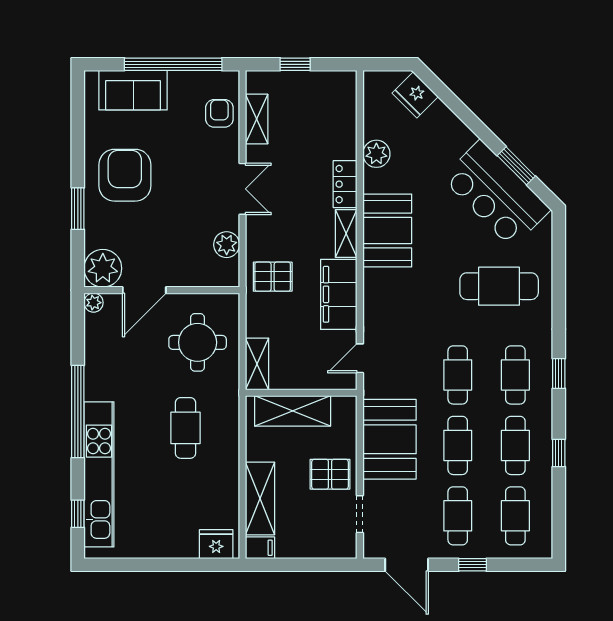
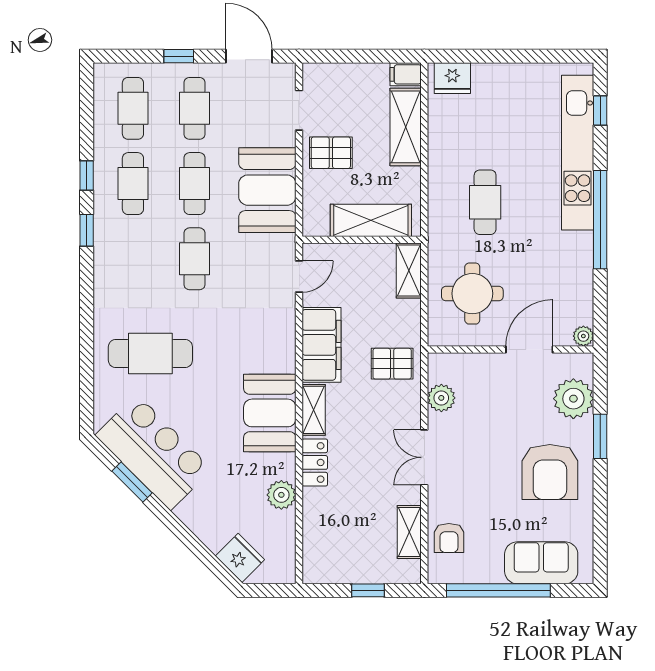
plant: (103, 268) -> (573, 399), moved
window: (559, 374) -> (87, 230), moved
cafe table: (515, 375) -> (133, 259), removed

